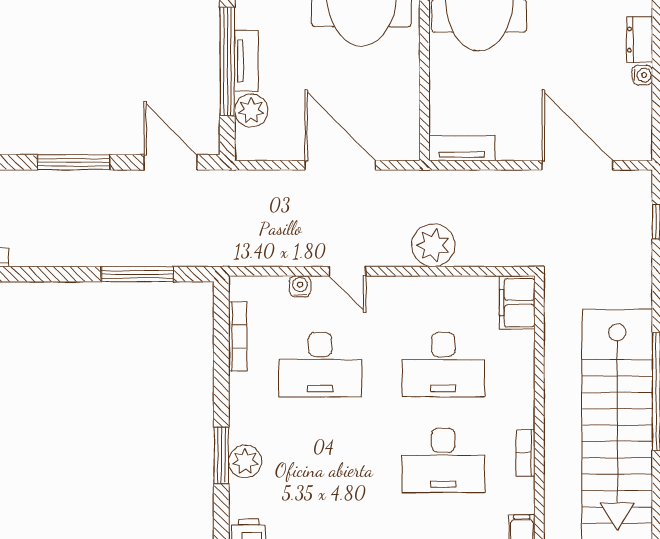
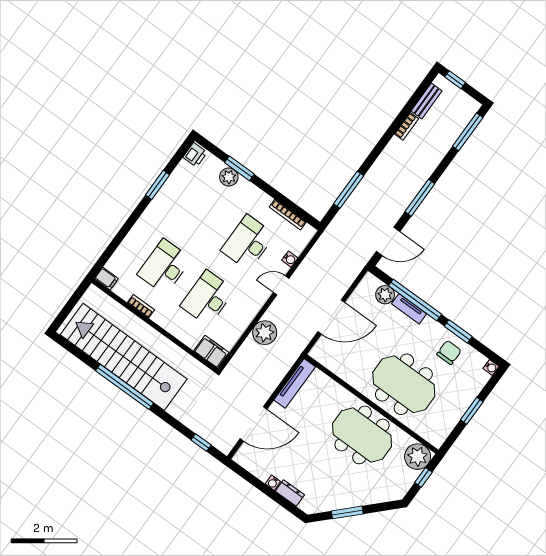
tv unit: (462, 148) -> (295, 383), width x1.41

